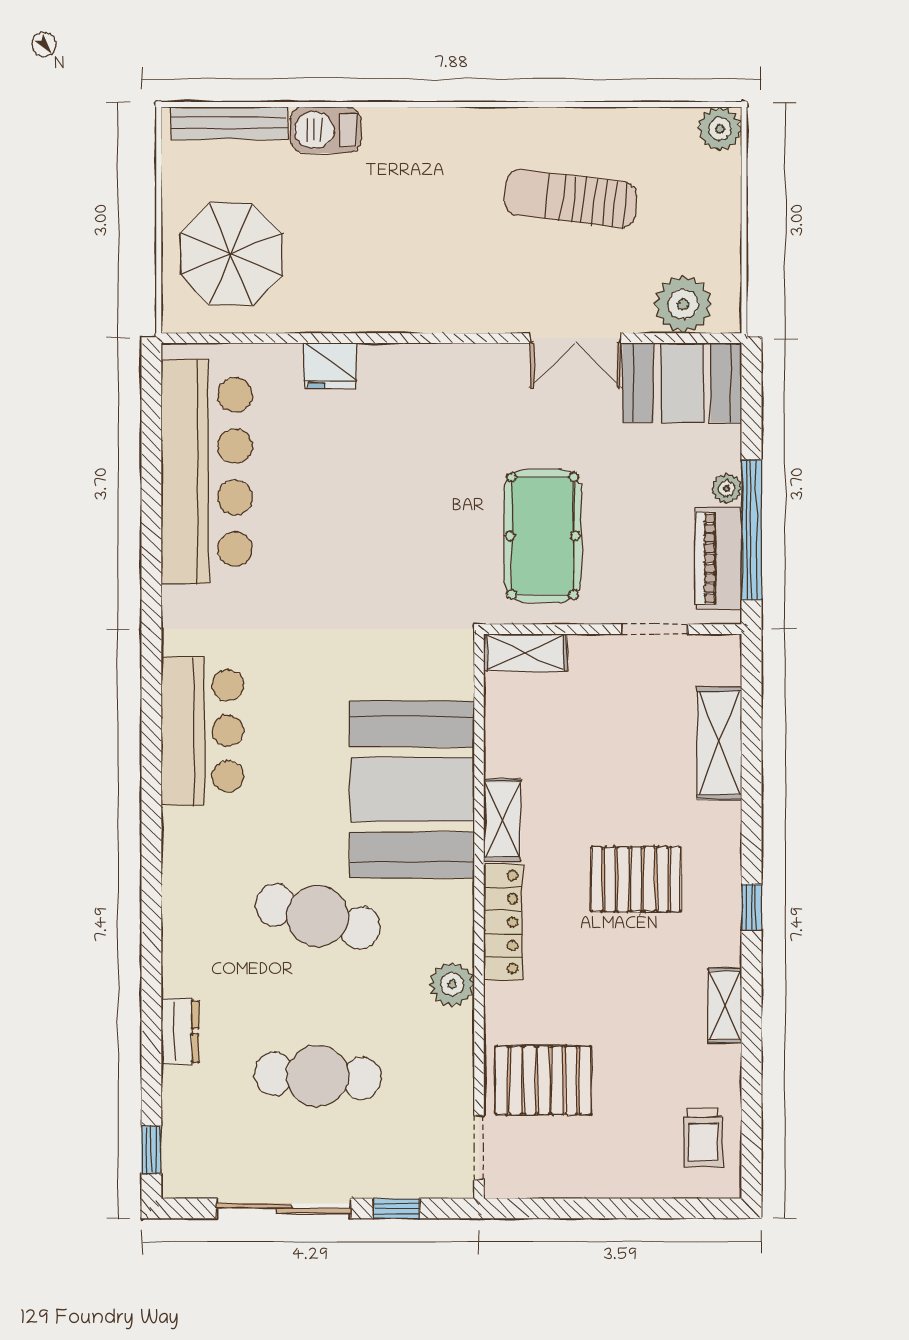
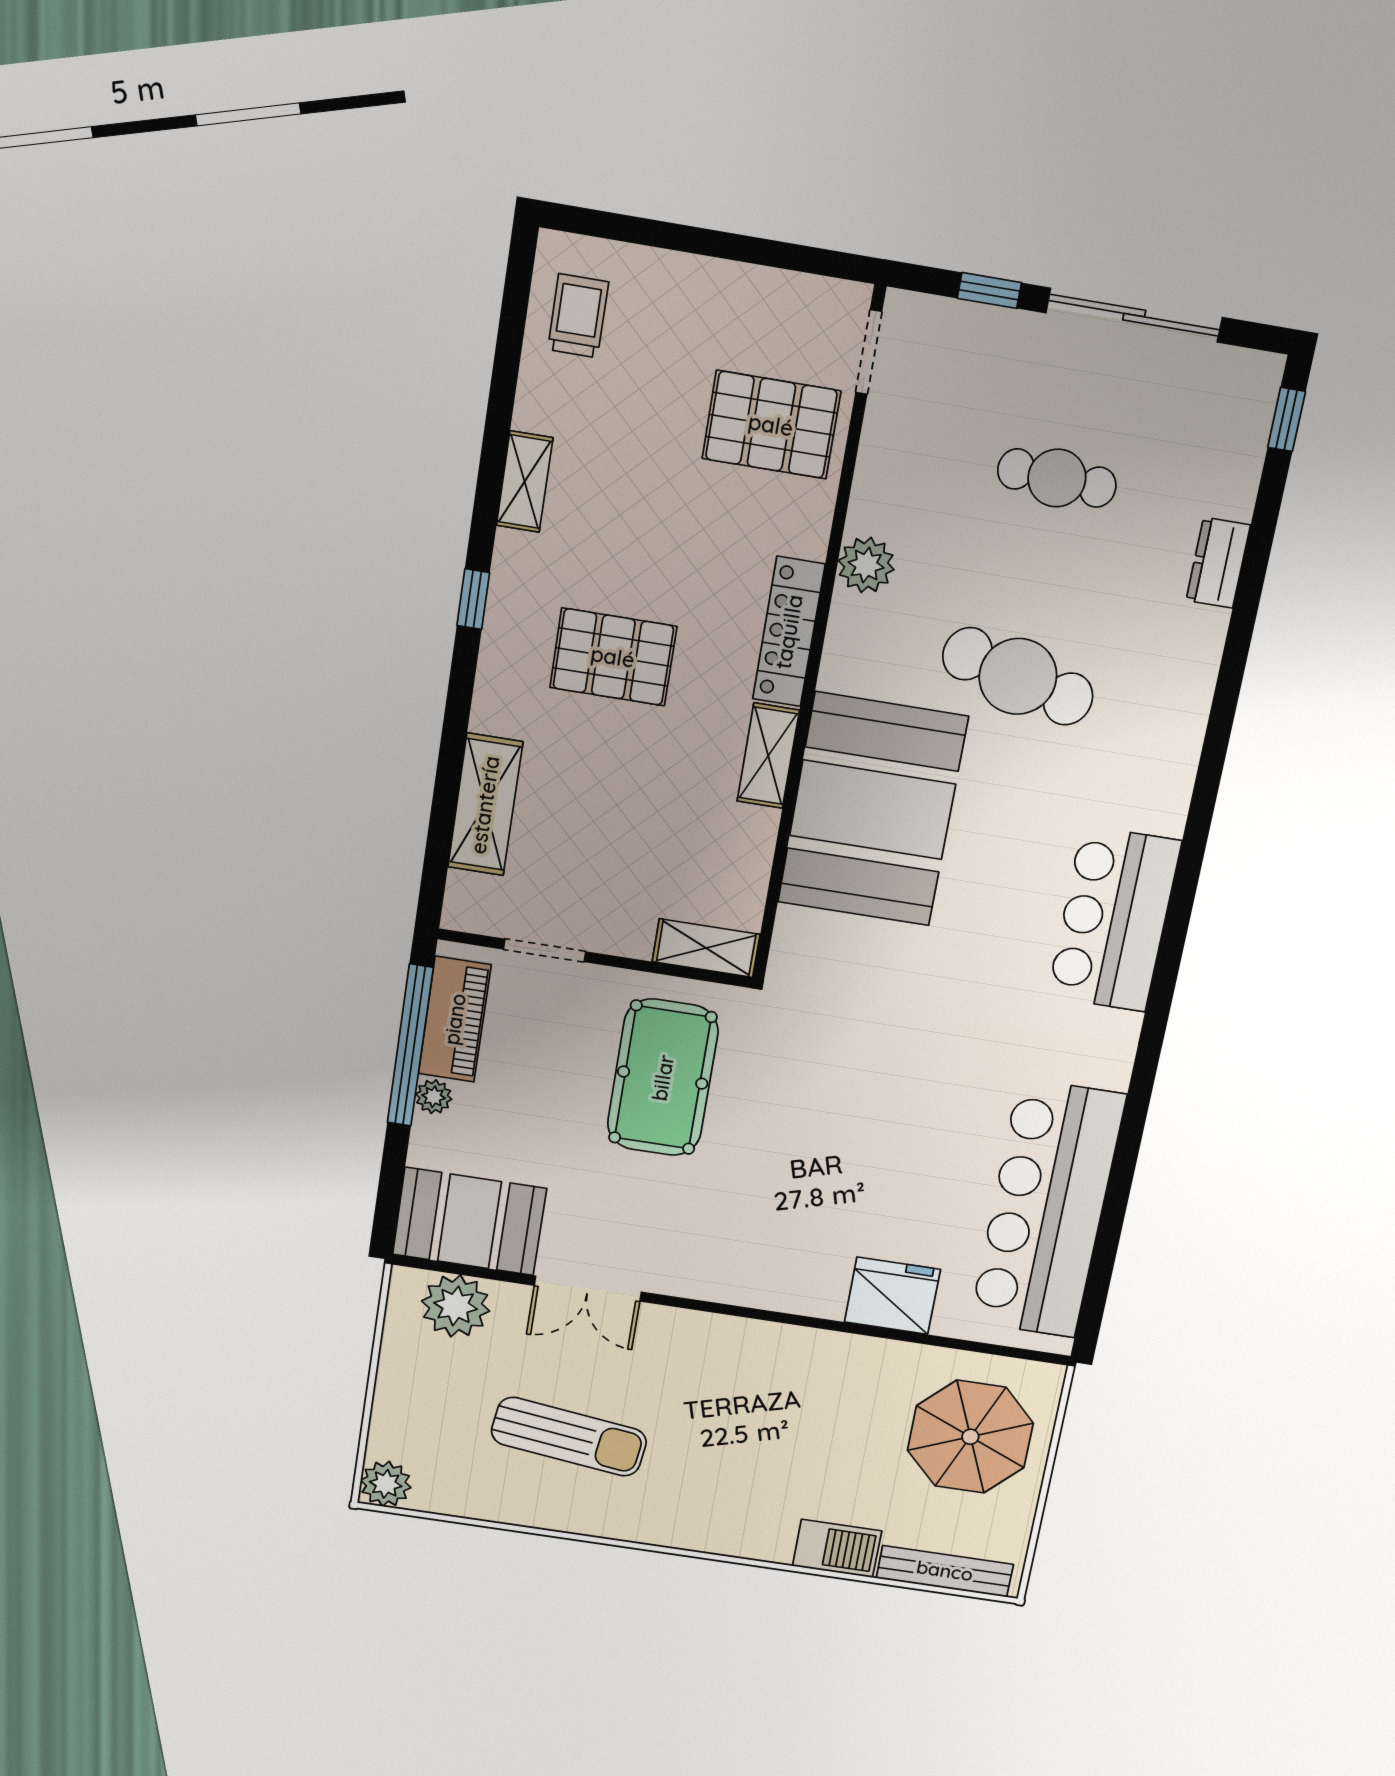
double door: (575, 338) -> (588, 1289), swing flipped
fridge: (330, 365) -> (892, 1296), width x1.36, depth x1.34
cafe table: (318, 1076) -> (1057, 478), width x0.73, depth x0.74

